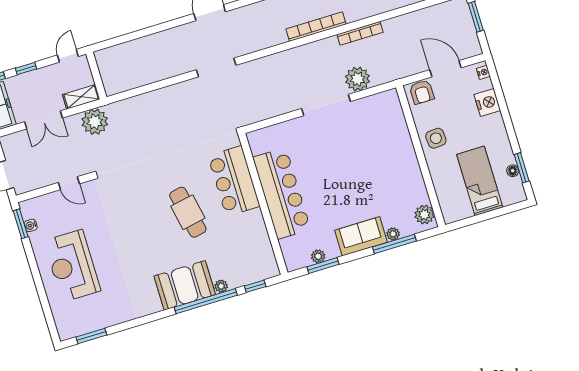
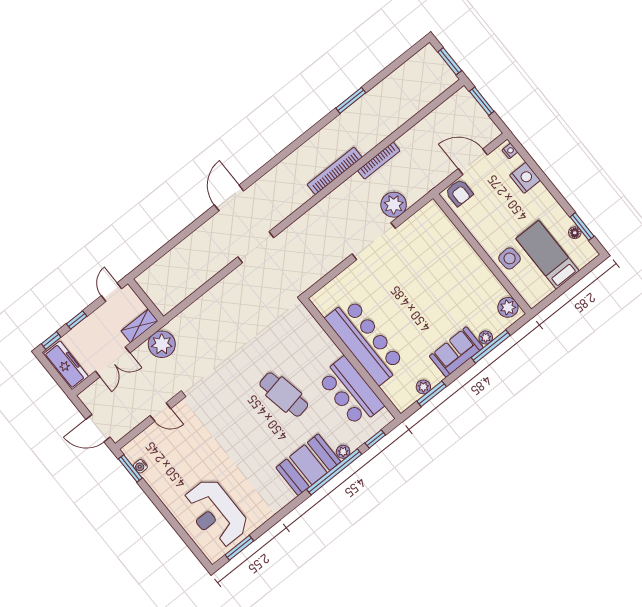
side table: (436, 138) -> (510, 258), moved
bar counter: (234, 181) -> (351, 392), moved
reception desk: (72, 266) -> (215, 513), moved

